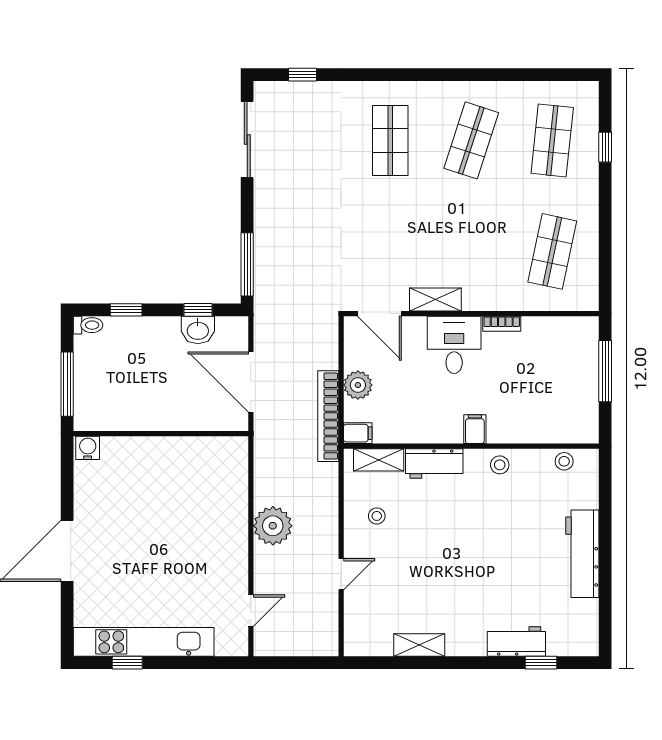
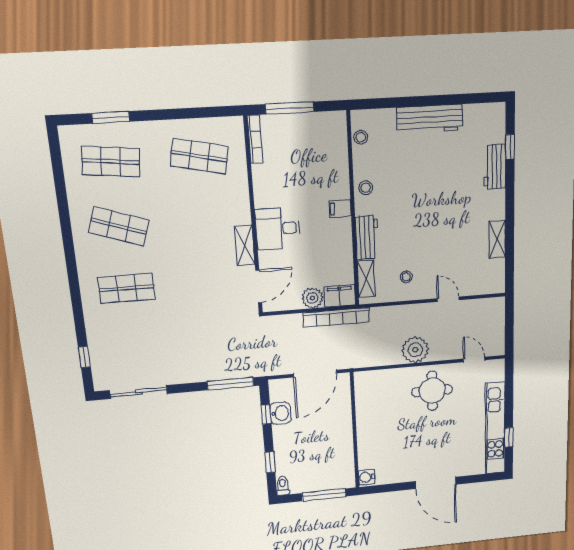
window: (605, 147) -> (111, 117), width x1.50
bookcase: (502, 324) -> (255, 139), moved, width x1.56
filing cabinet: (358, 433) -> (340, 296), width x2.00
round table: (210, 549) -> (432, 391), added

